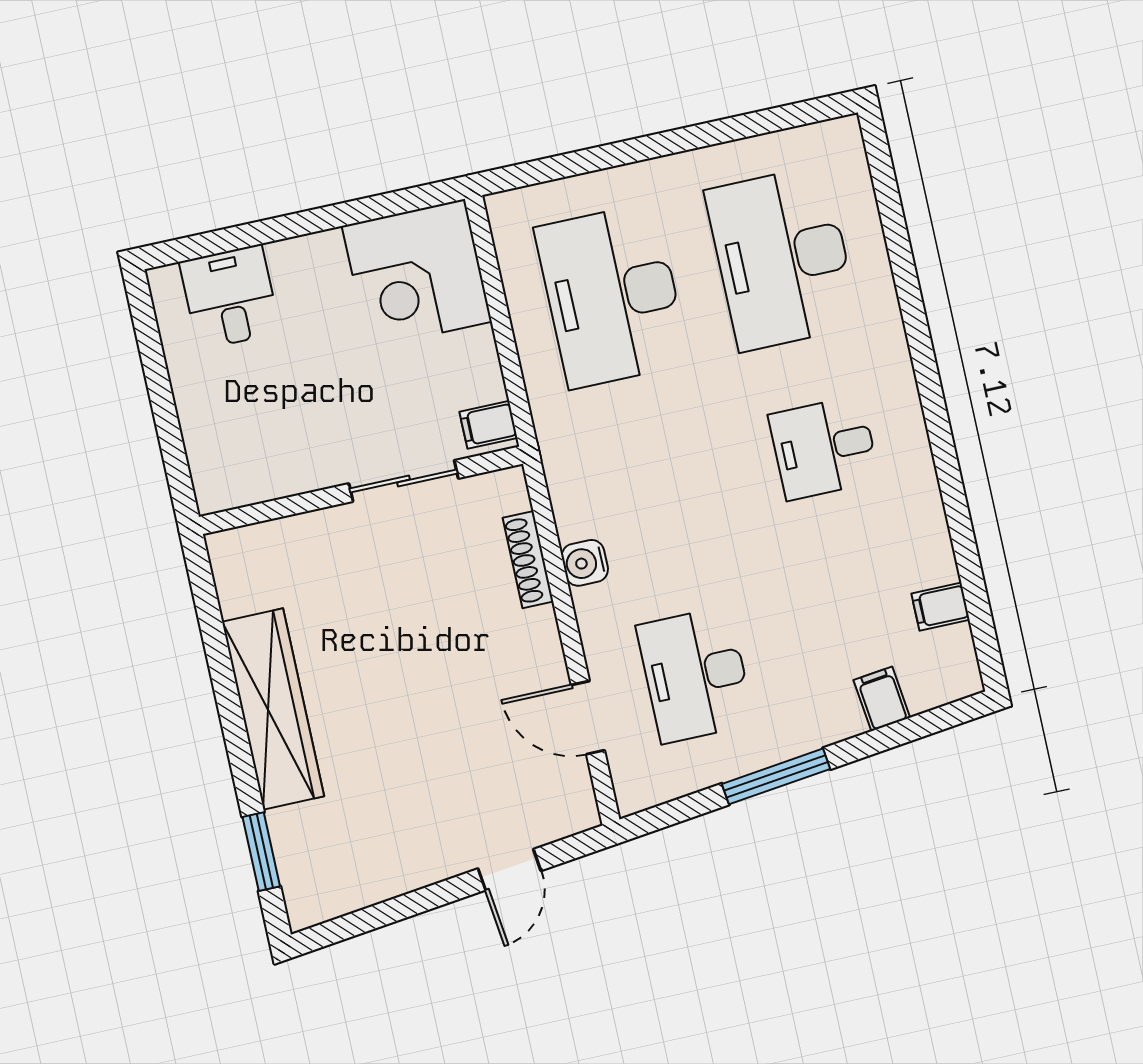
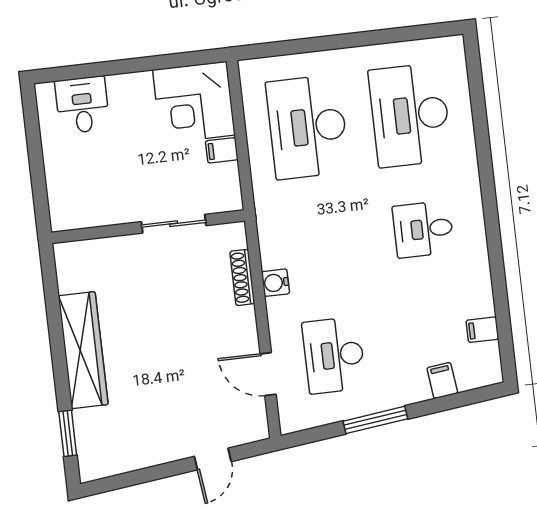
filing cabinet: (488, 425) -> (222, 150), moved

